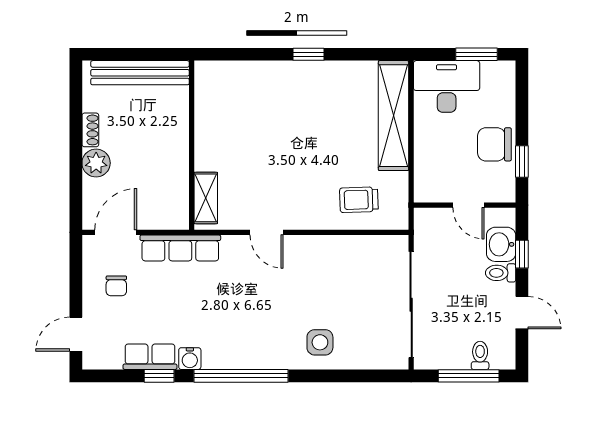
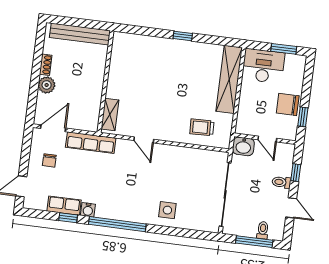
washbasin: (501, 244) -> (243, 146), moved, turned -90

